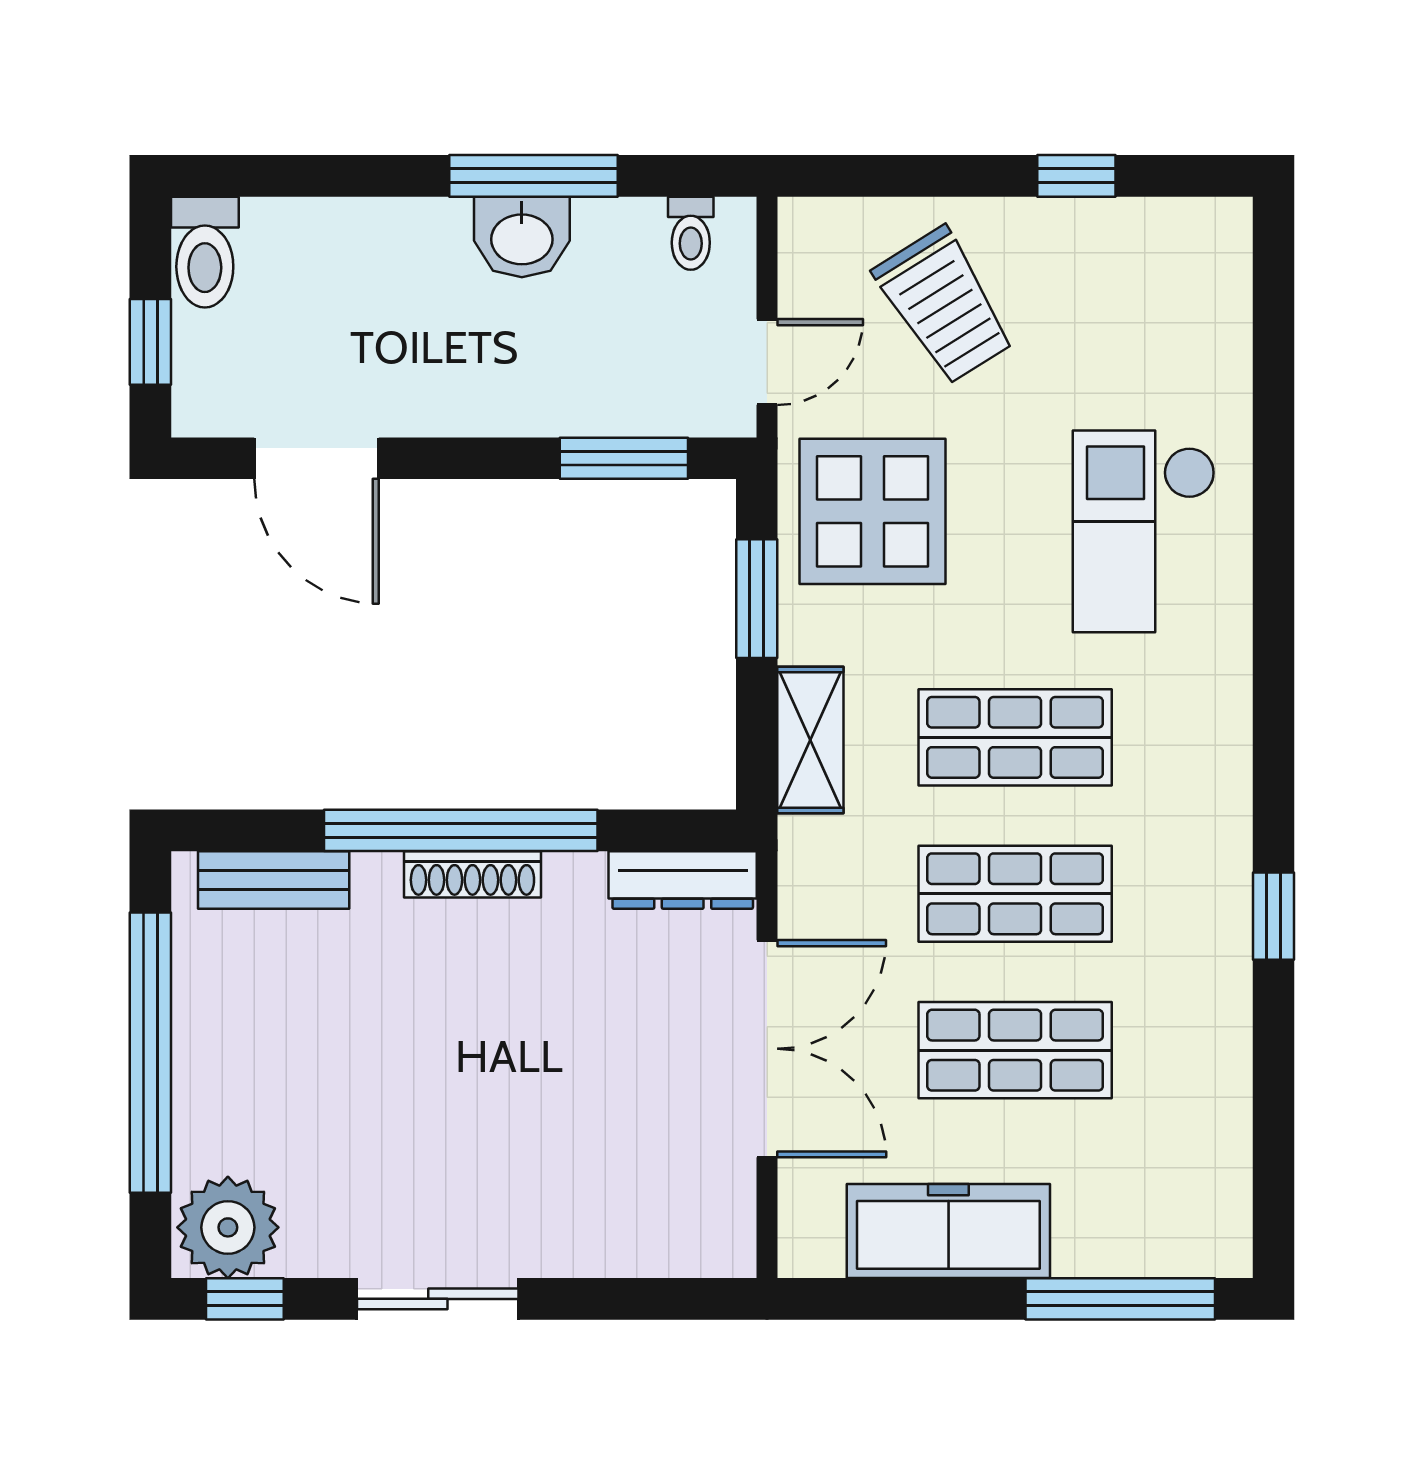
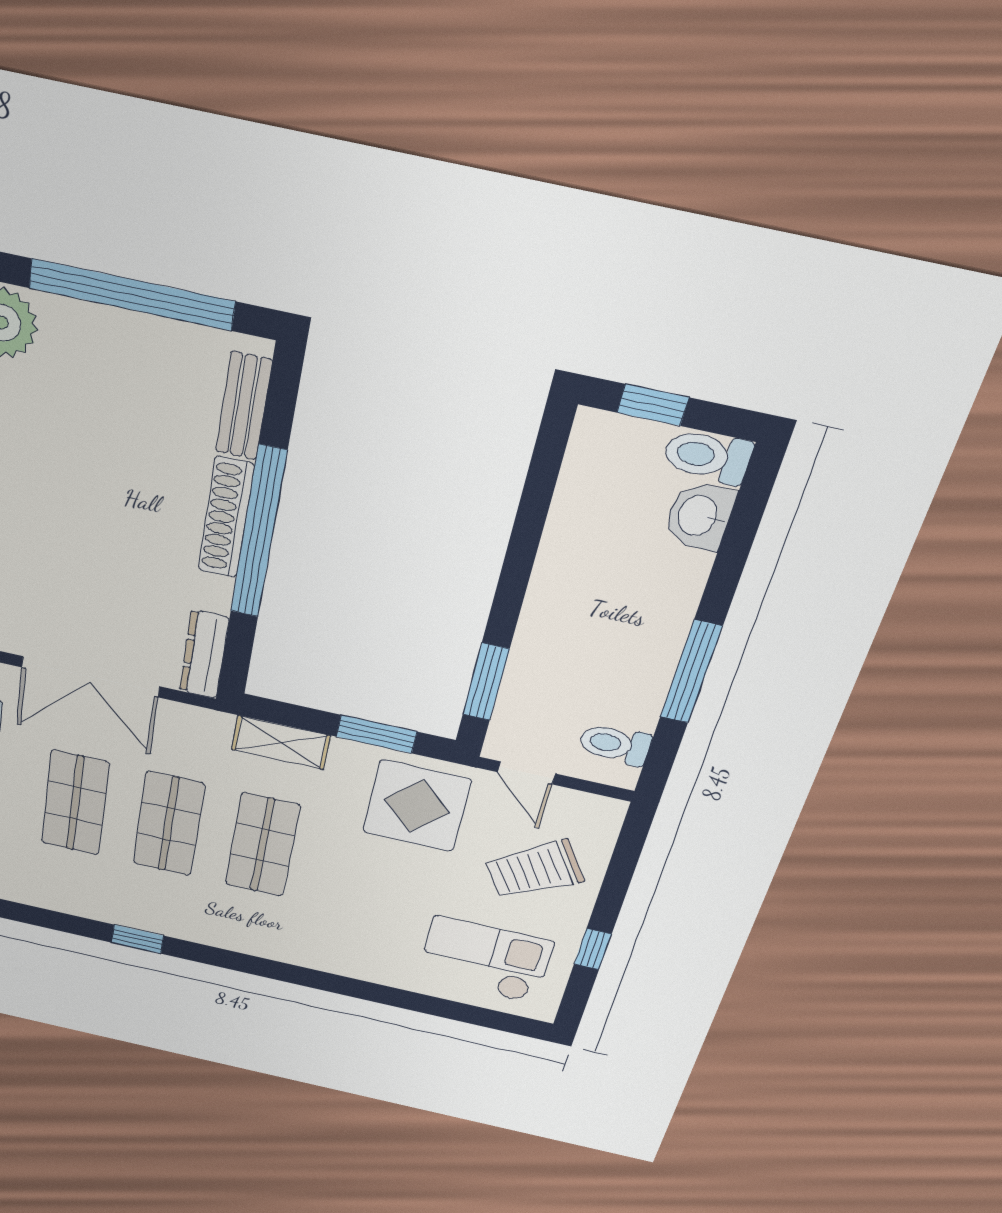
toilet: (691, 233) -> (615, 744), width x1.37, depth x1.39
washbasin: (522, 237) -> (699, 516), moved
door: (317, 458) -> (536, 498), removed
checkout: (1144, 531) -> (485, 960), moved
shoe rack: (472, 874) -> (226, 518), width x1.36, depth x1.24

